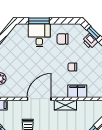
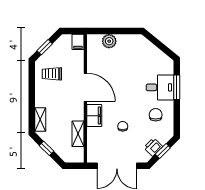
filing cabinet: (77, 91) -> (94, 116), moved
shelving: (65, 105) -> (78, 134), moved

